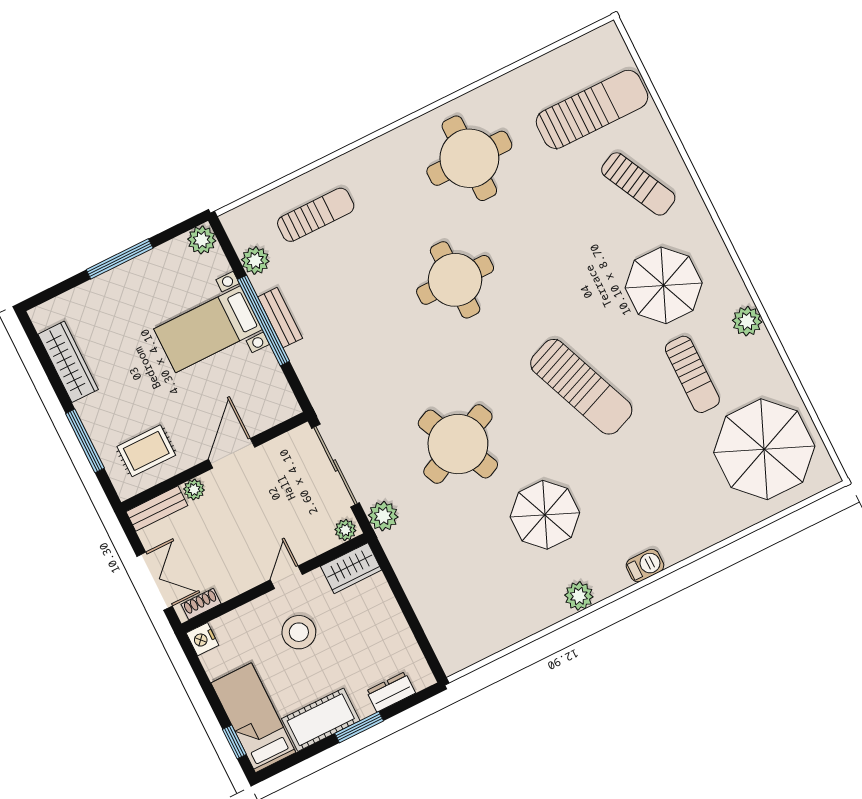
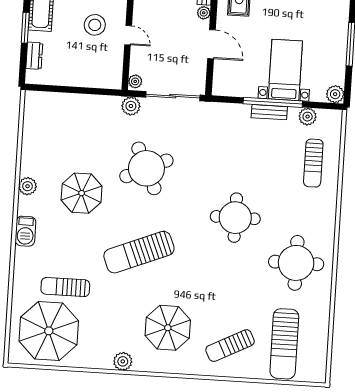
sun lounger: (692, 374) -> (65, 287), moved
barbecue: (645, 566) -> (25, 231), width x1.38, depth x1.27
wardrobe: (351, 568) -> (113, 73), removed

